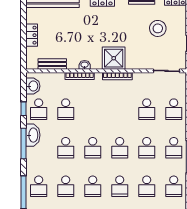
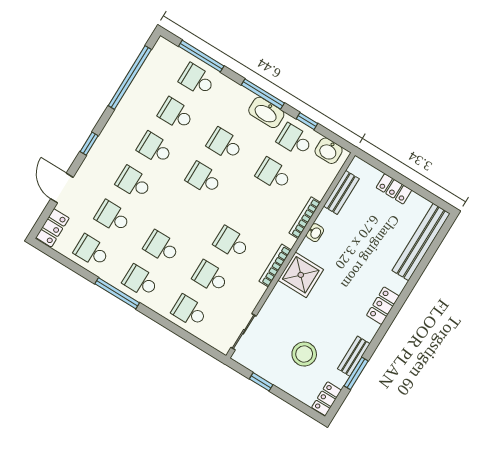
school desk: (120, 148) -> (231, 243), moved

